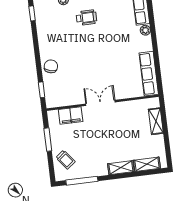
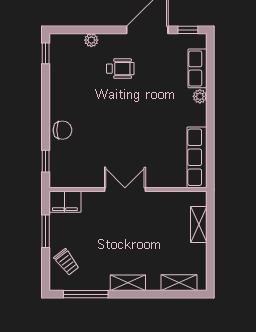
chair: (51, 66) -> (62, 130), turned 76
filing cabinet: (71, 116) -> (65, 202), moved
shelving: (121, 168) -> (128, 283), moved

